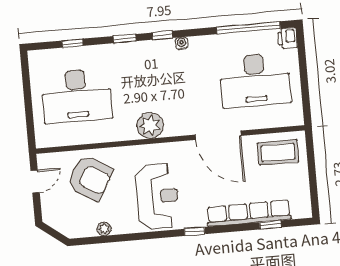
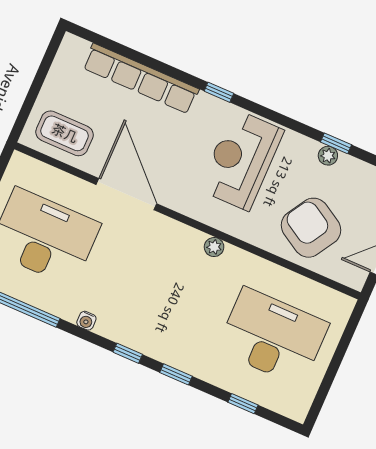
water cooler: (182, 43) -> (86, 321), moved
plant: (150, 125) -> (214, 247), width x0.53, depth x0.53
window: (270, 225) -> (336, 143), moved

